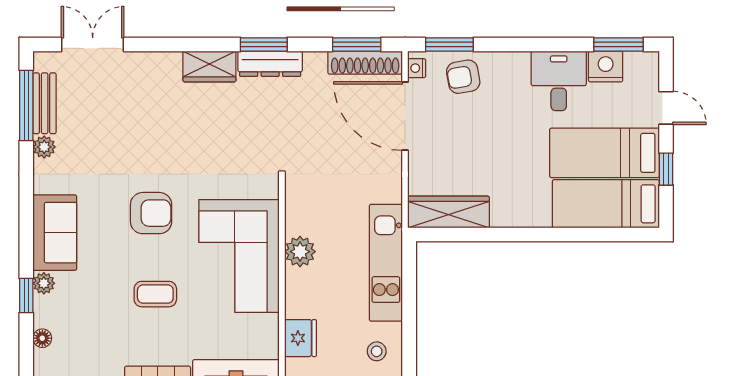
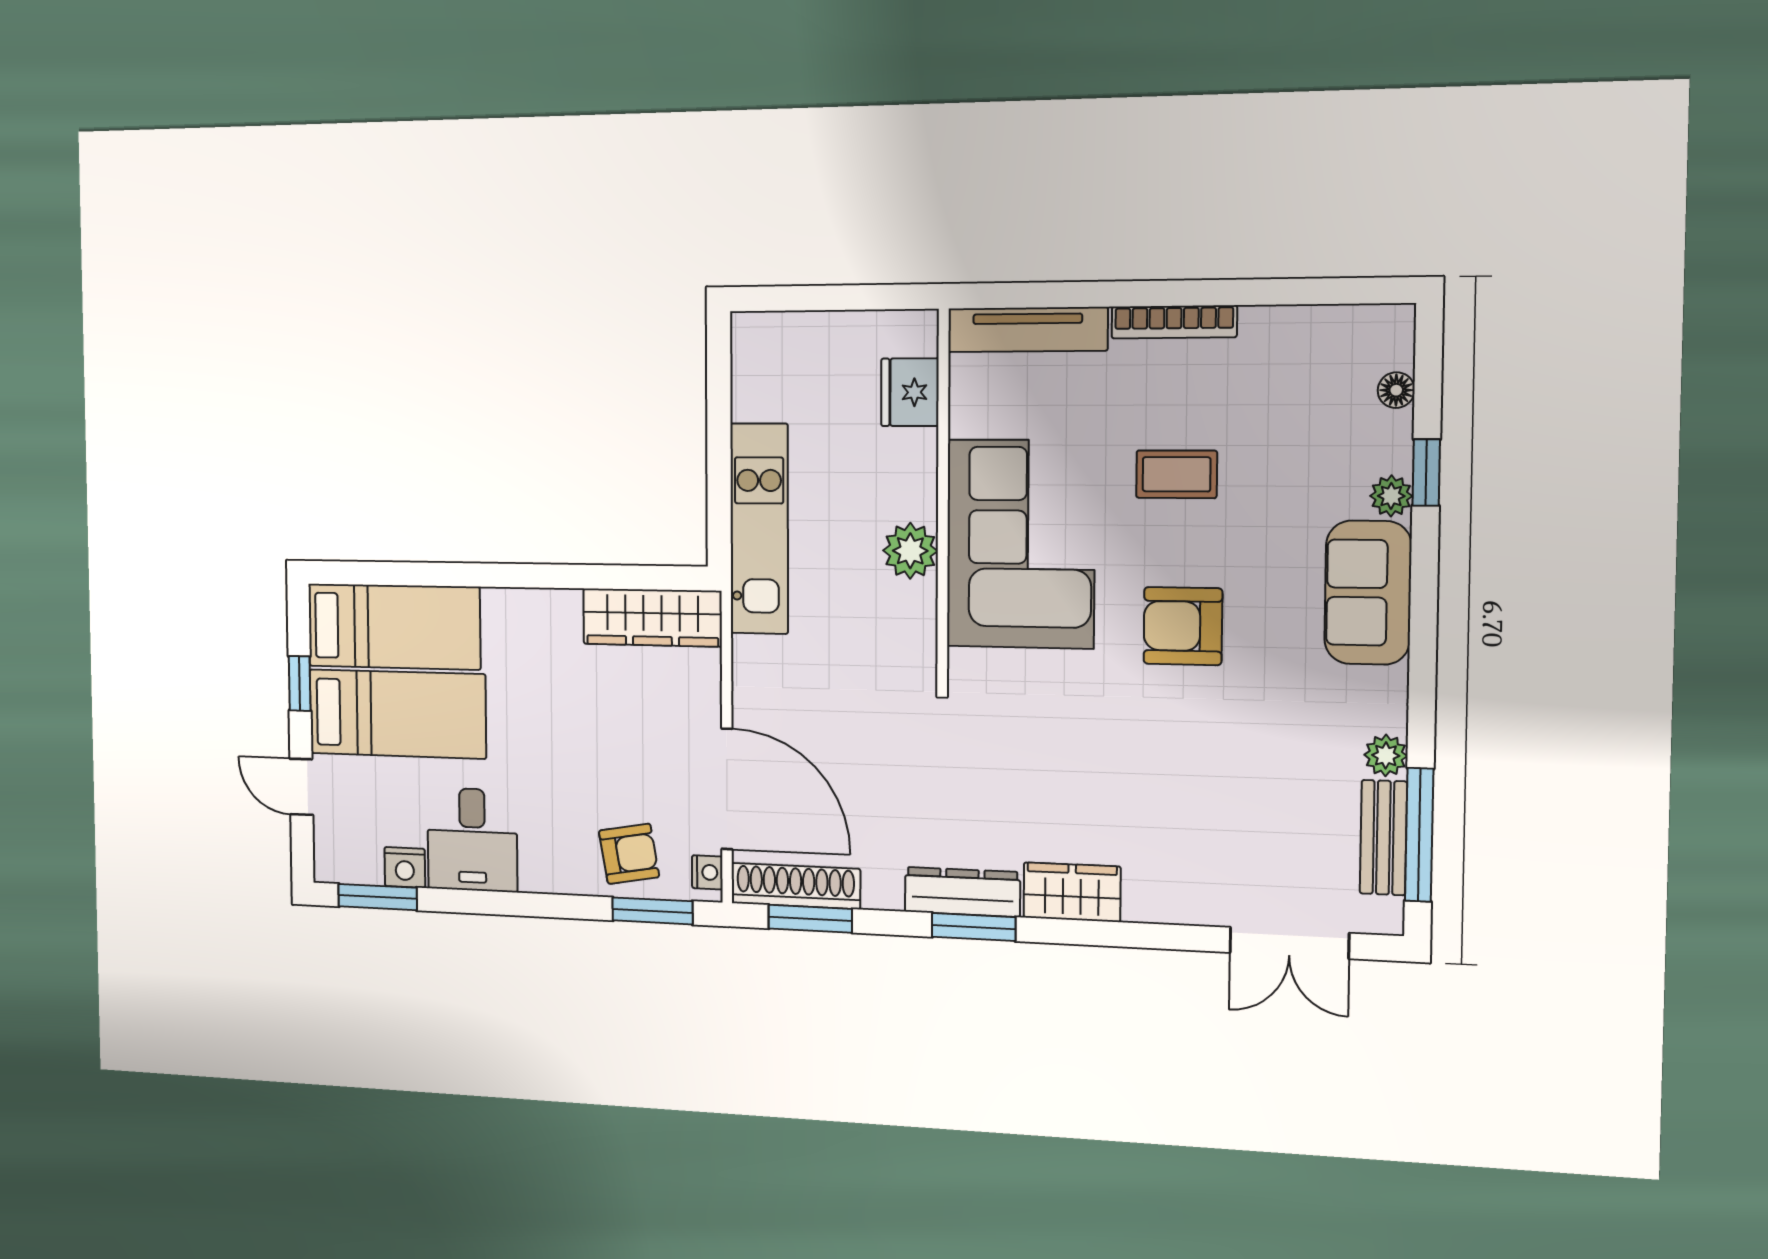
nightstand: (606, 67) -> (405, 867), width x0.74, depth x0.75
stool: (377, 351) -> (775, 369), removed

